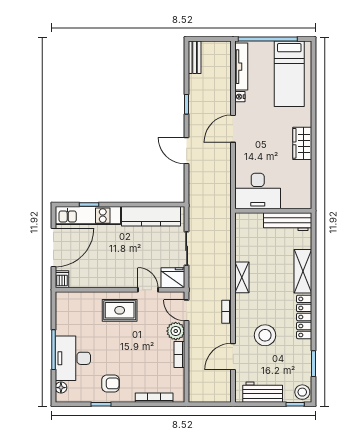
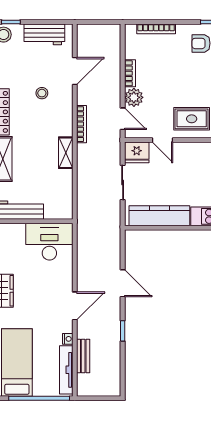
bench: (195, 57) -> (83, 356), moved
bookcase: (227, 312) -> (82, 124), width x1.56
stool: (265, 335) -> (42, 93), width x0.53, depth x0.53

